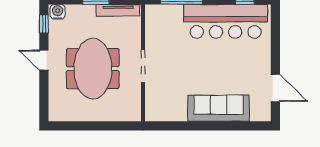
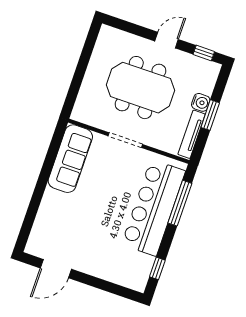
water cooler: (58, 12) -> (201, 102), moved
bar counter: (226, 21) -> (153, 208), moved
sofa: (219, 108) -> (70, 159), moved

